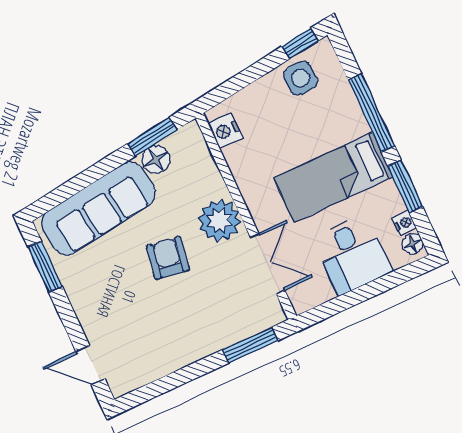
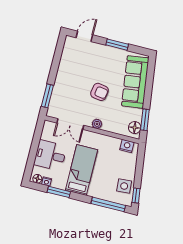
window: (371, 113) -> (108, 204), moved
floor lamp: (156, 159) -> (135, 128), moved
plant: (219, 221) -> (97, 124), width x0.53, depth x0.53
window: (45, 267) -> (117, 45), moved

